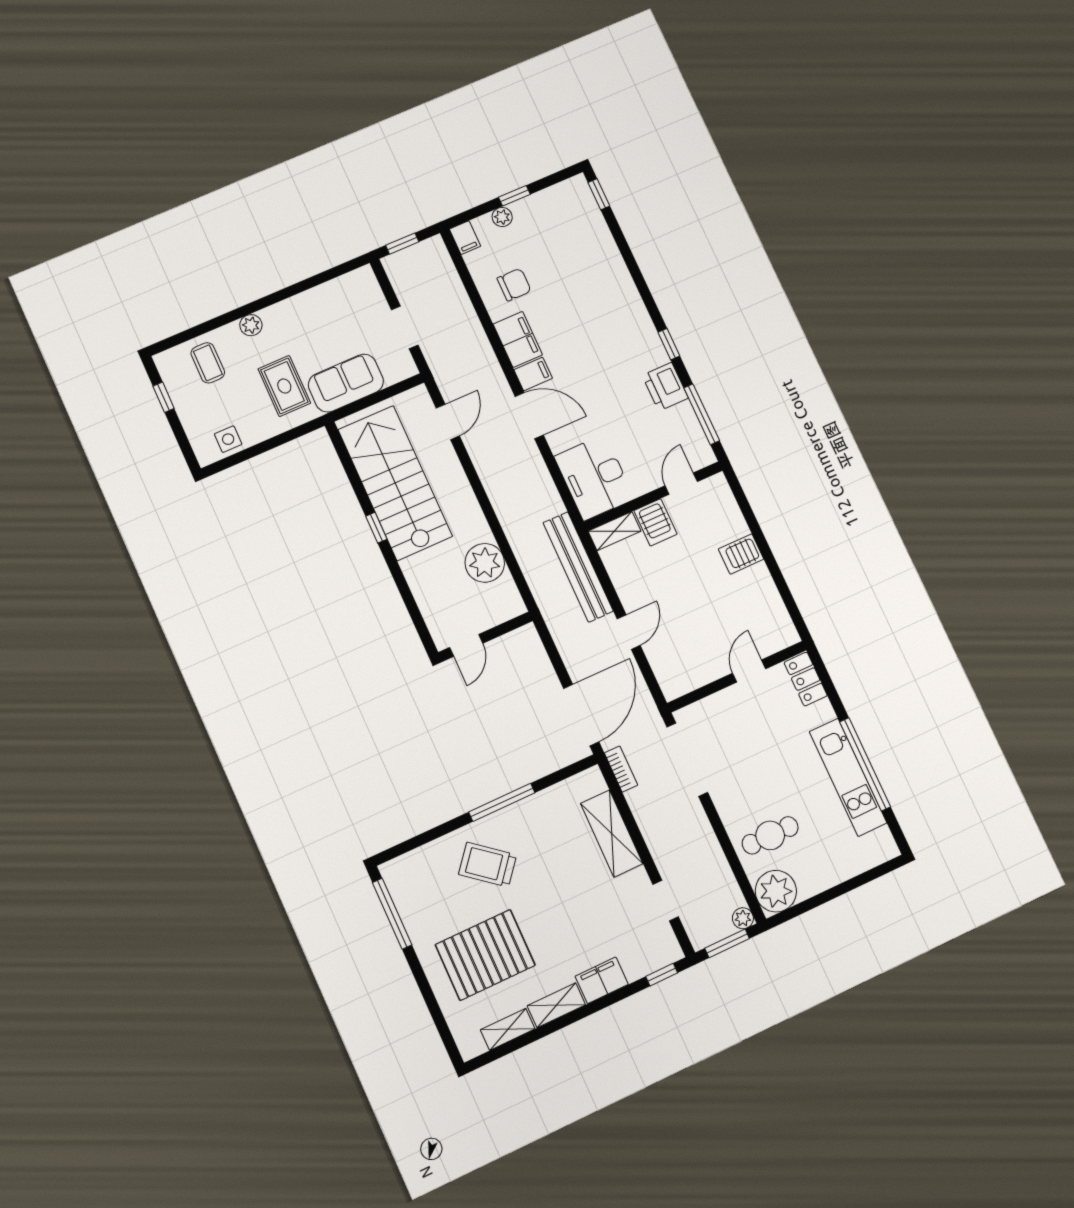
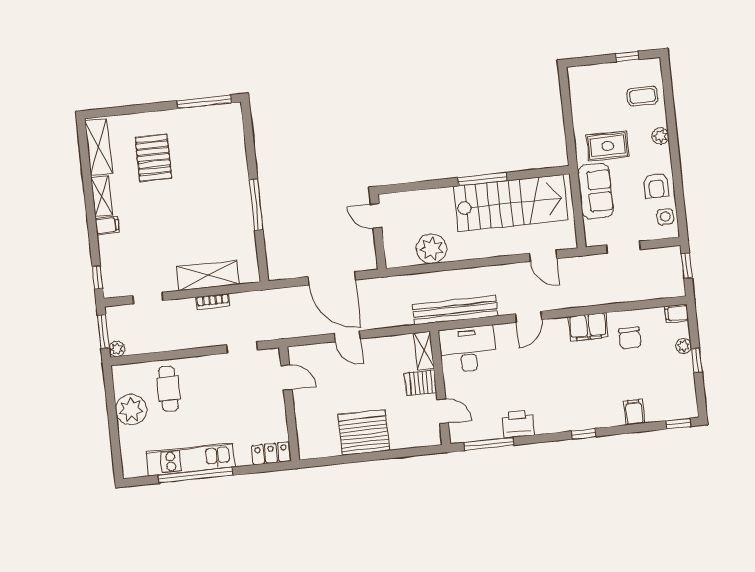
armchair: (315, 311) -> (656, 186), added
window: (669, 344) -> (584, 434), moved
filing cabinet: (533, 374) -> (634, 412), moved, turned 180
door: (529, 416) -> (529, 317), width x0.73
side table: (228, 439) -> (665, 217), moved
window: (376, 528) -> (482, 179), width x2.17
server rack: (741, 554) -> (364, 433), width x2.18, depth x1.44
bench: (578, 567) -> (455, 310), moved
door: (749, 671) -> (286, 377), moved
door: (581, 715) -> (332, 278), moved
doorway: (687, 760) -> (242, 347), width x0.53
bookcase: (621, 769) -> (213, 302), moved
trolley: (488, 865) -> (216, 180), removed
plant: (776, 891) -> (131, 410), moved
pallet: (485, 955) -> (153, 158), width x0.73, depth x0.71
filing cabinet: (602, 980) -> (107, 226), width x0.50
shelving: (508, 1029) -> (99, 147), width x1.50, depth x1.33

